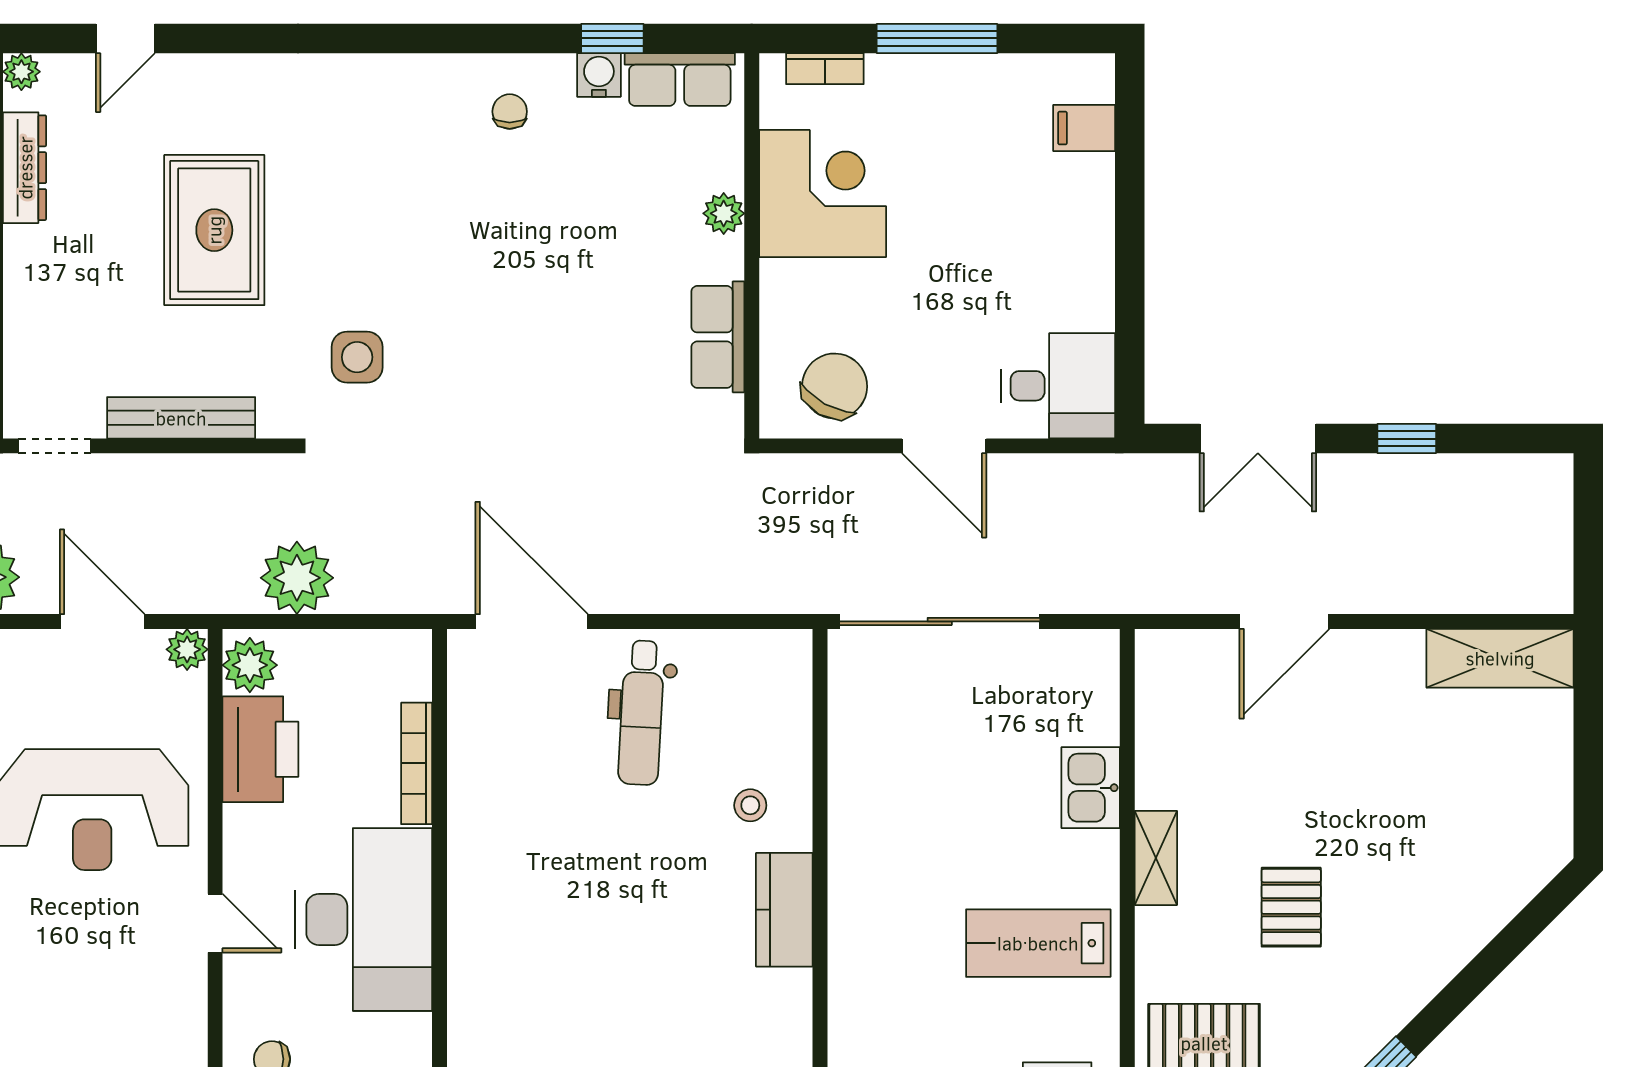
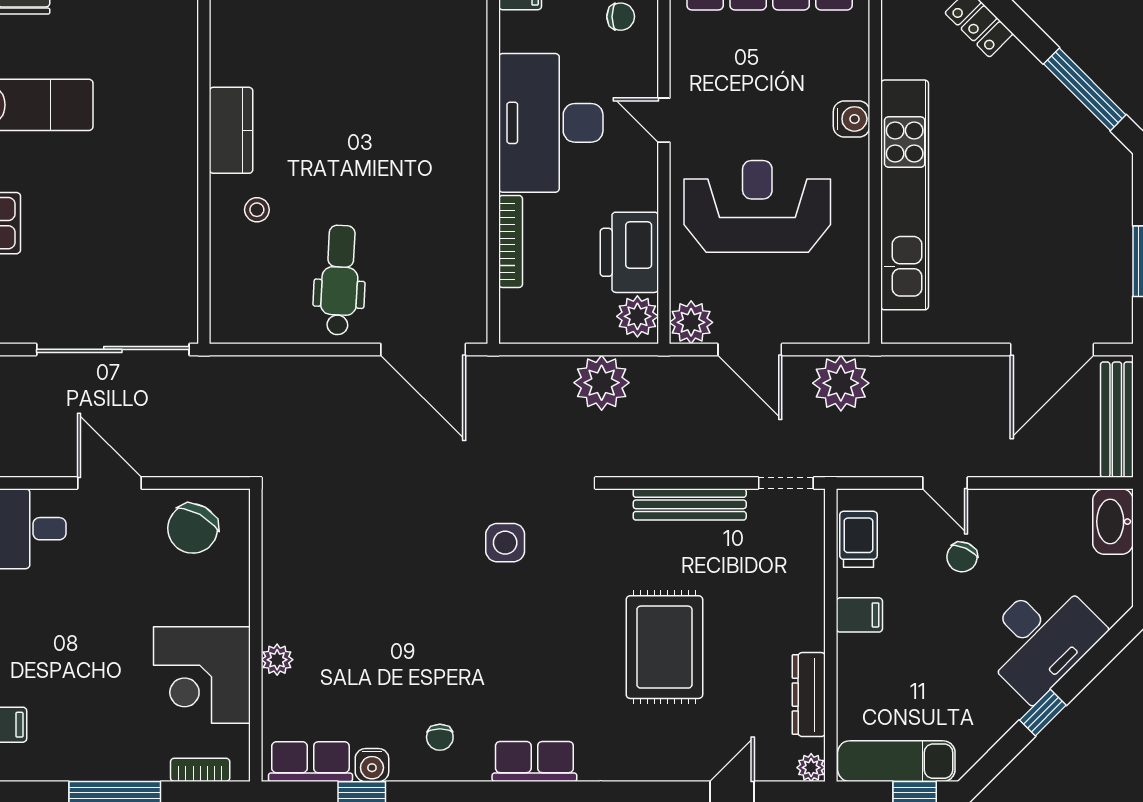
row of seats: (718, 337) -> (534, 761), moved, turned -90
side table: (357, 357) -> (505, 543), moved
plant: (187, 649) -> (691, 322), width x1.38, depth x1.38

